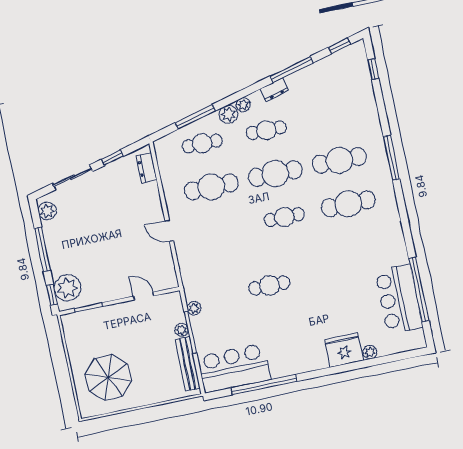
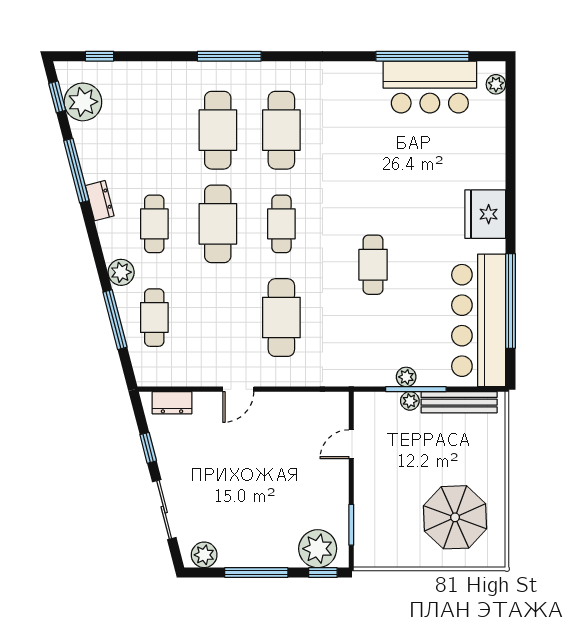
plant: (243, 105) -> (83, 102), moved, width x1.87, depth x1.87
cafe table: (211, 187) -> (281, 318), moved
door: (169, 231) -> (238, 389), moved
plant: (194, 308) -> (406, 377), moved
fridge: (344, 350) -> (485, 214), moved
plant: (370, 352) -> (496, 84), moved
bar counter: (234, 368) -> (479, 320), width x1.36

